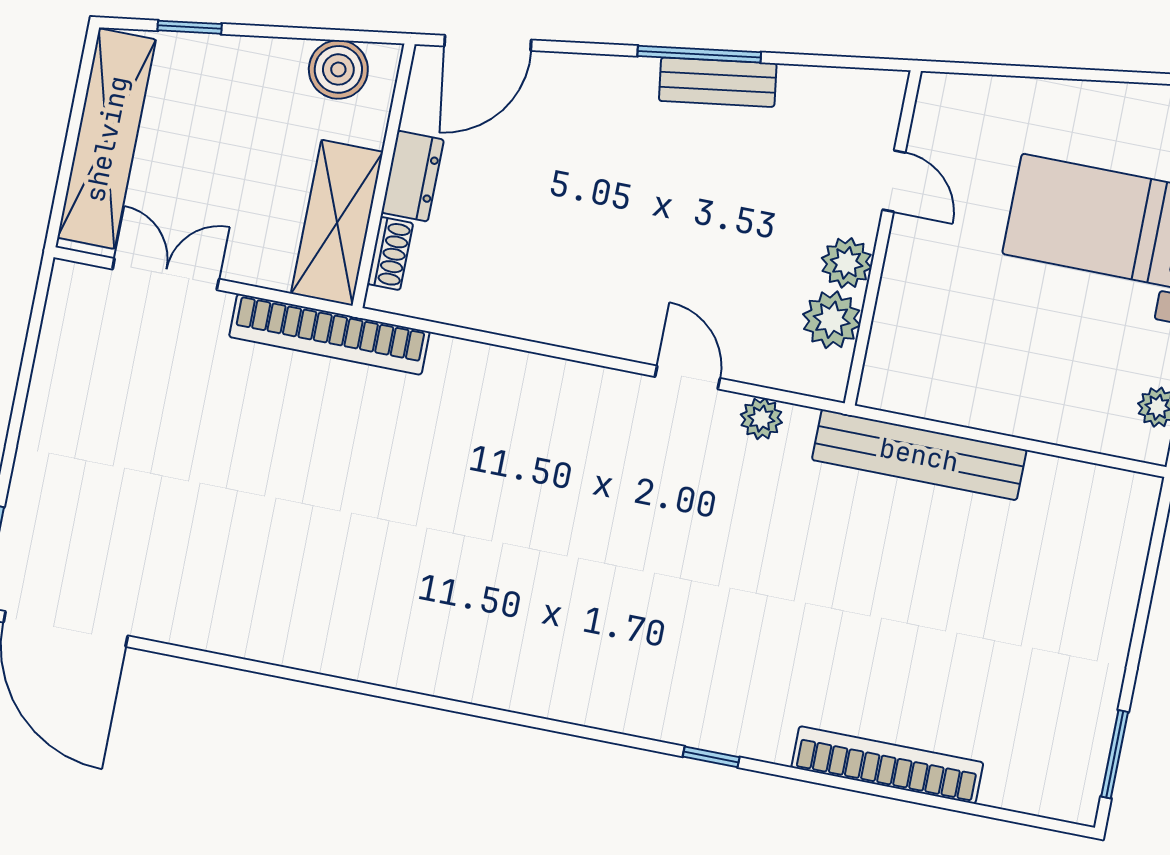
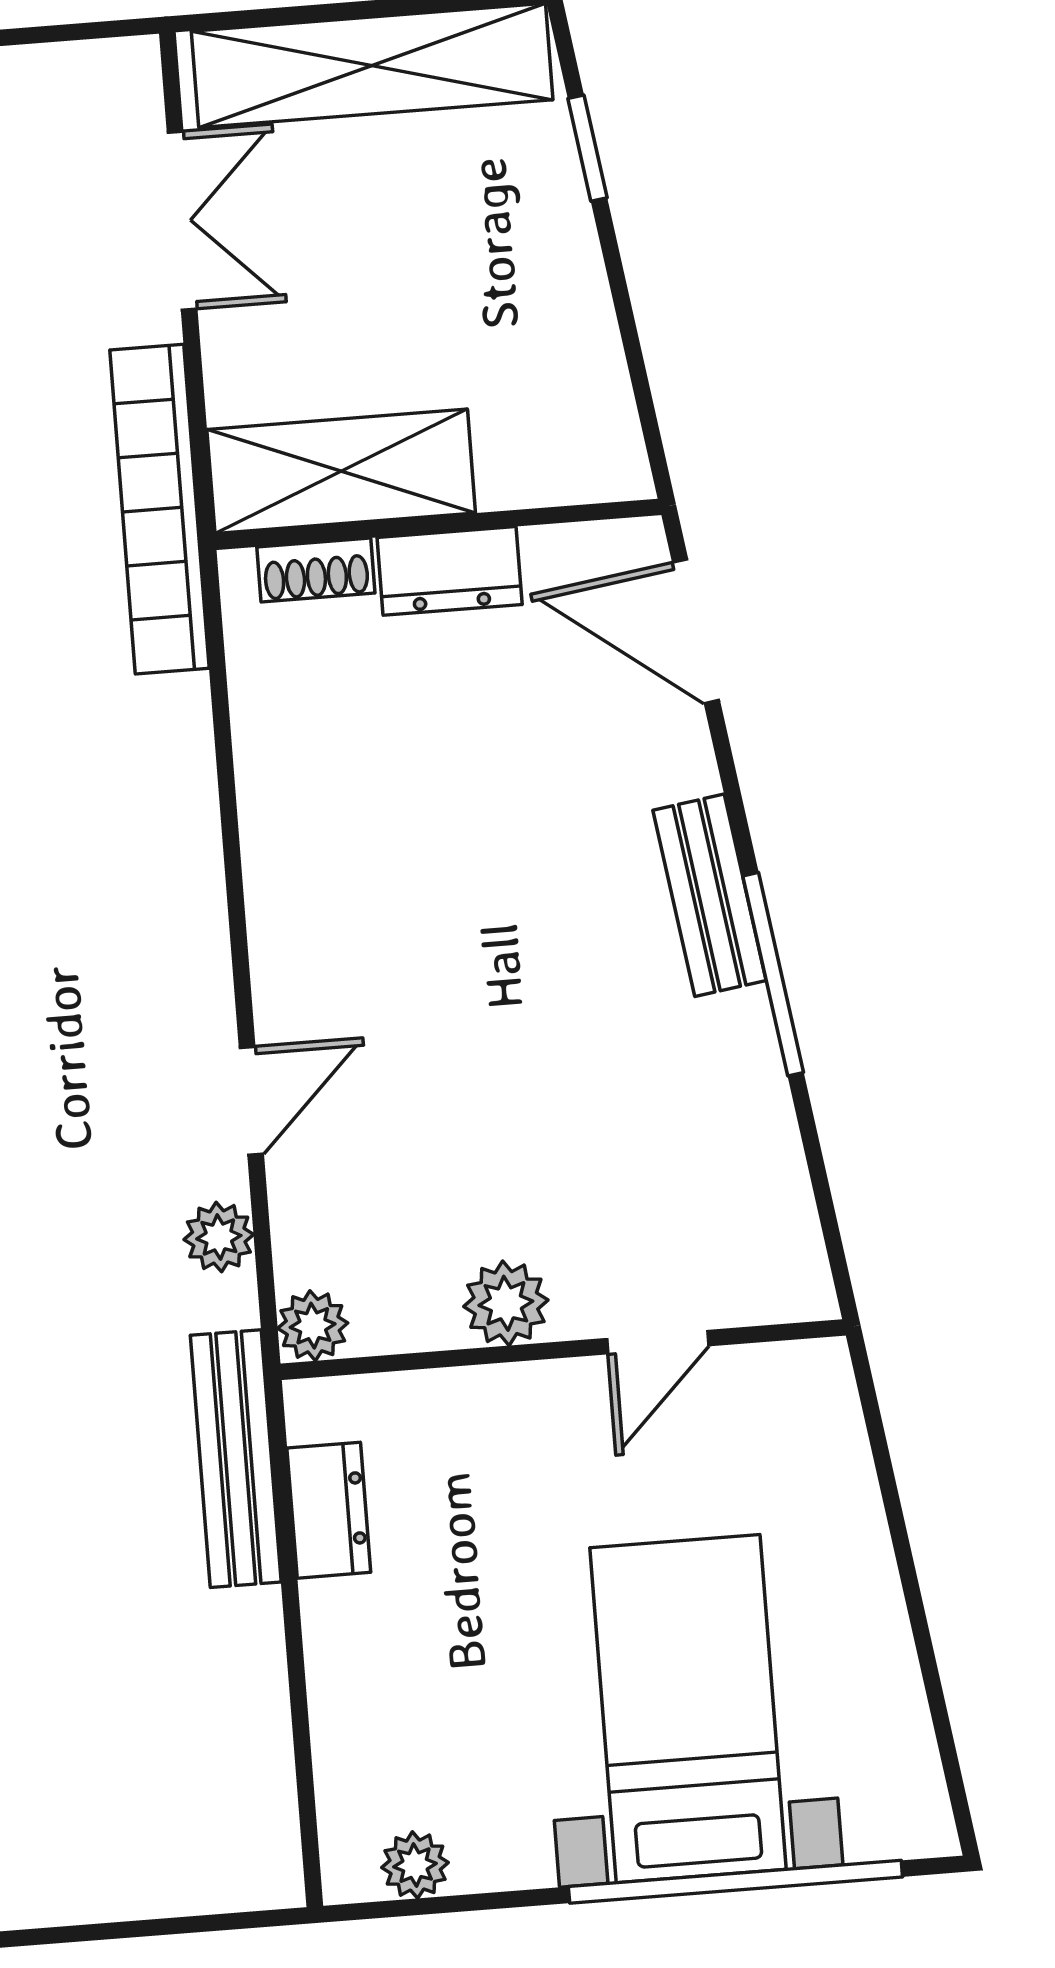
boiler: (338, 69) -> (587, 405), removed
bench: (718, 82) -> (709, 895), moved
plant: (832, 320) -> (313, 1326), moved, width x0.73, depth x0.73
dresser: (938, 399) -> (329, 1510), added
bench: (919, 455) -> (236, 1459), width x0.73, depth x0.82

